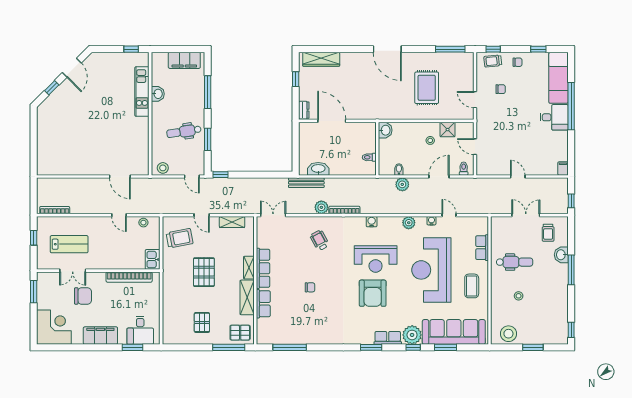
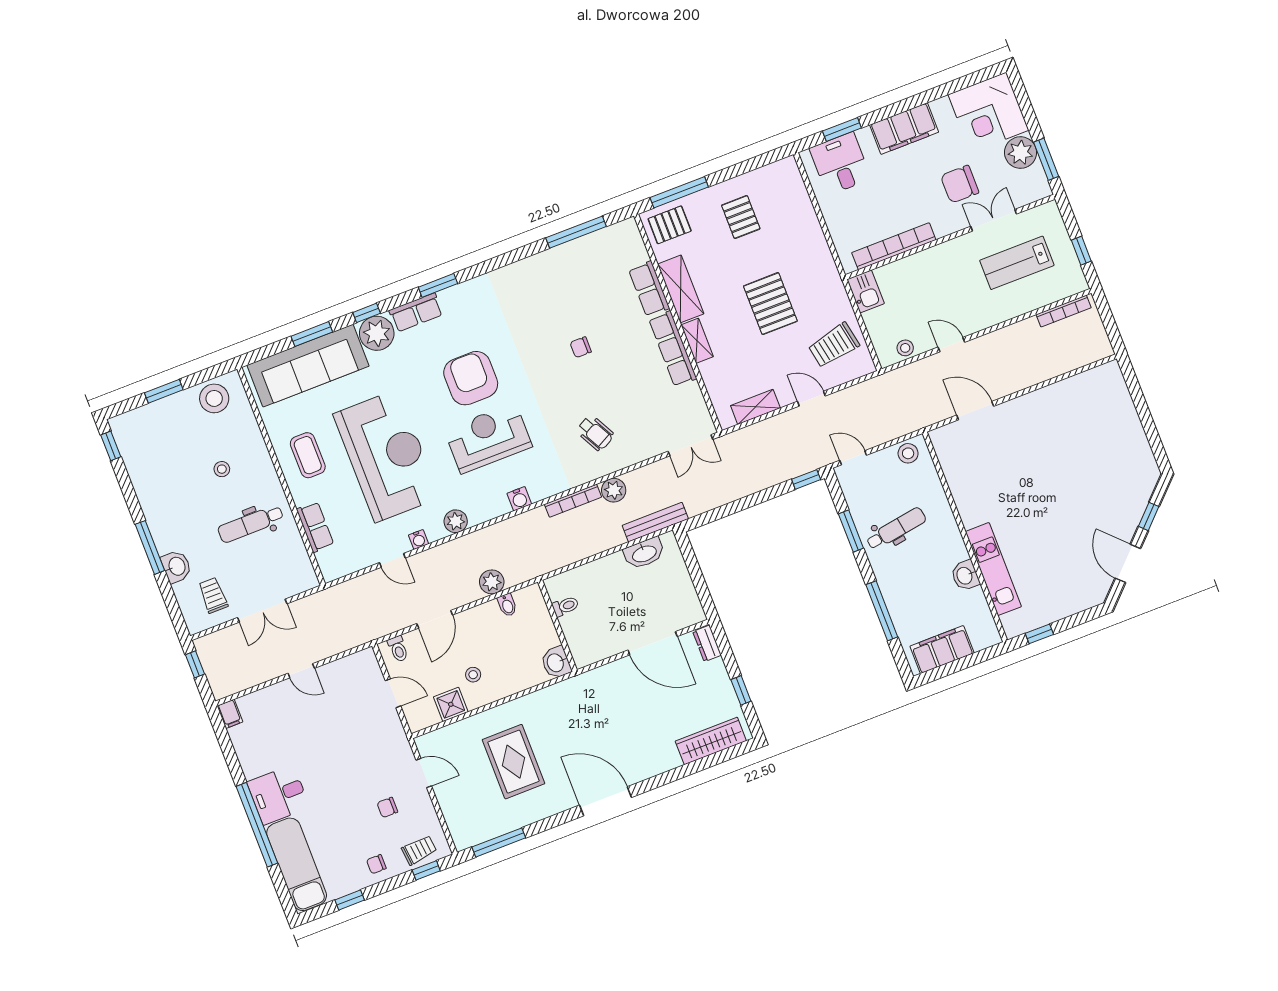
plant: (45, 300) -> (1021, 153), added

